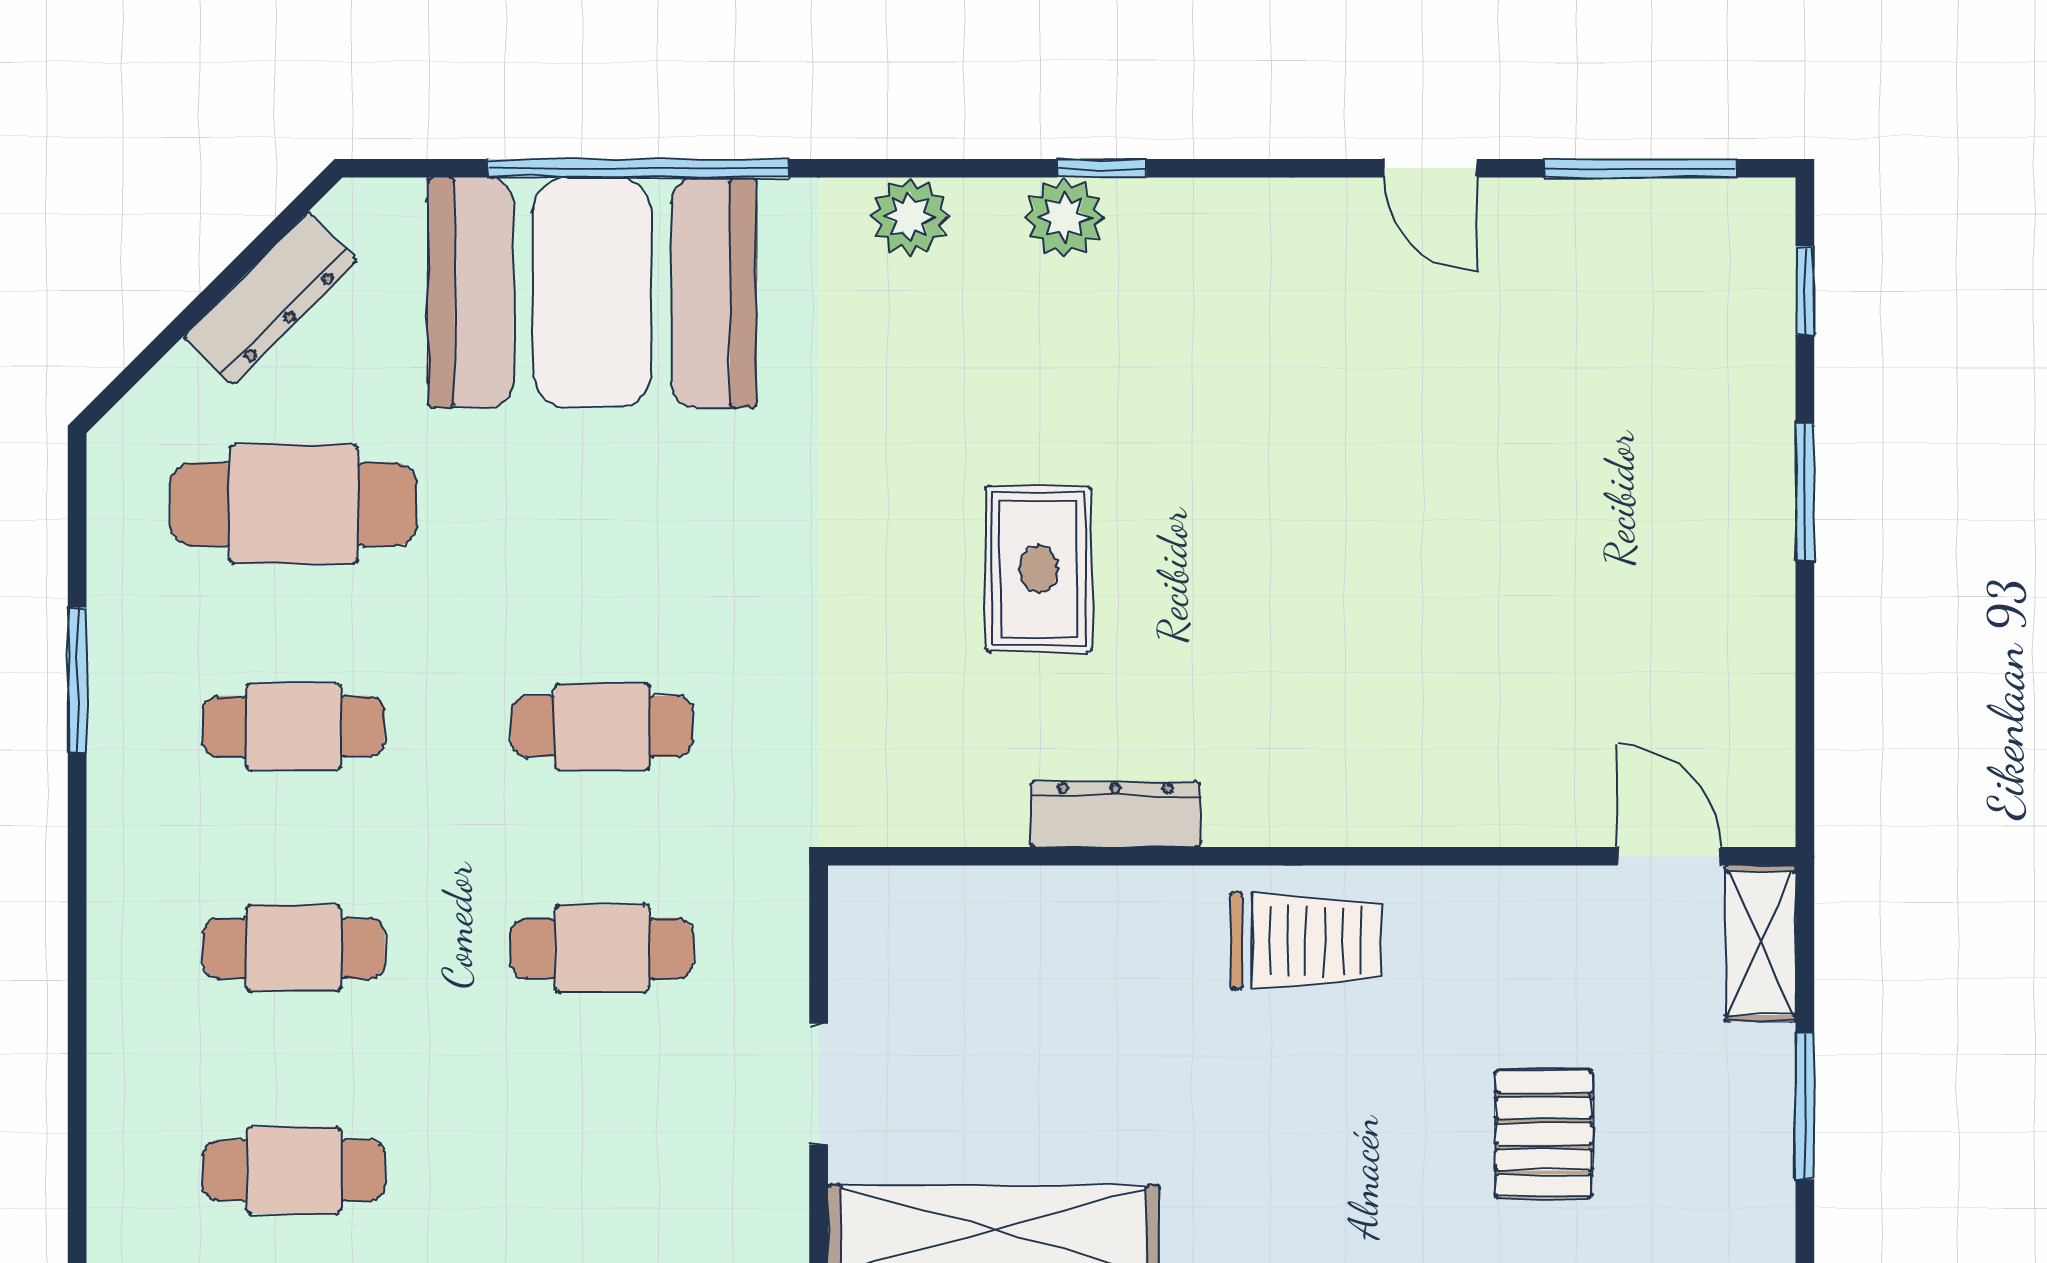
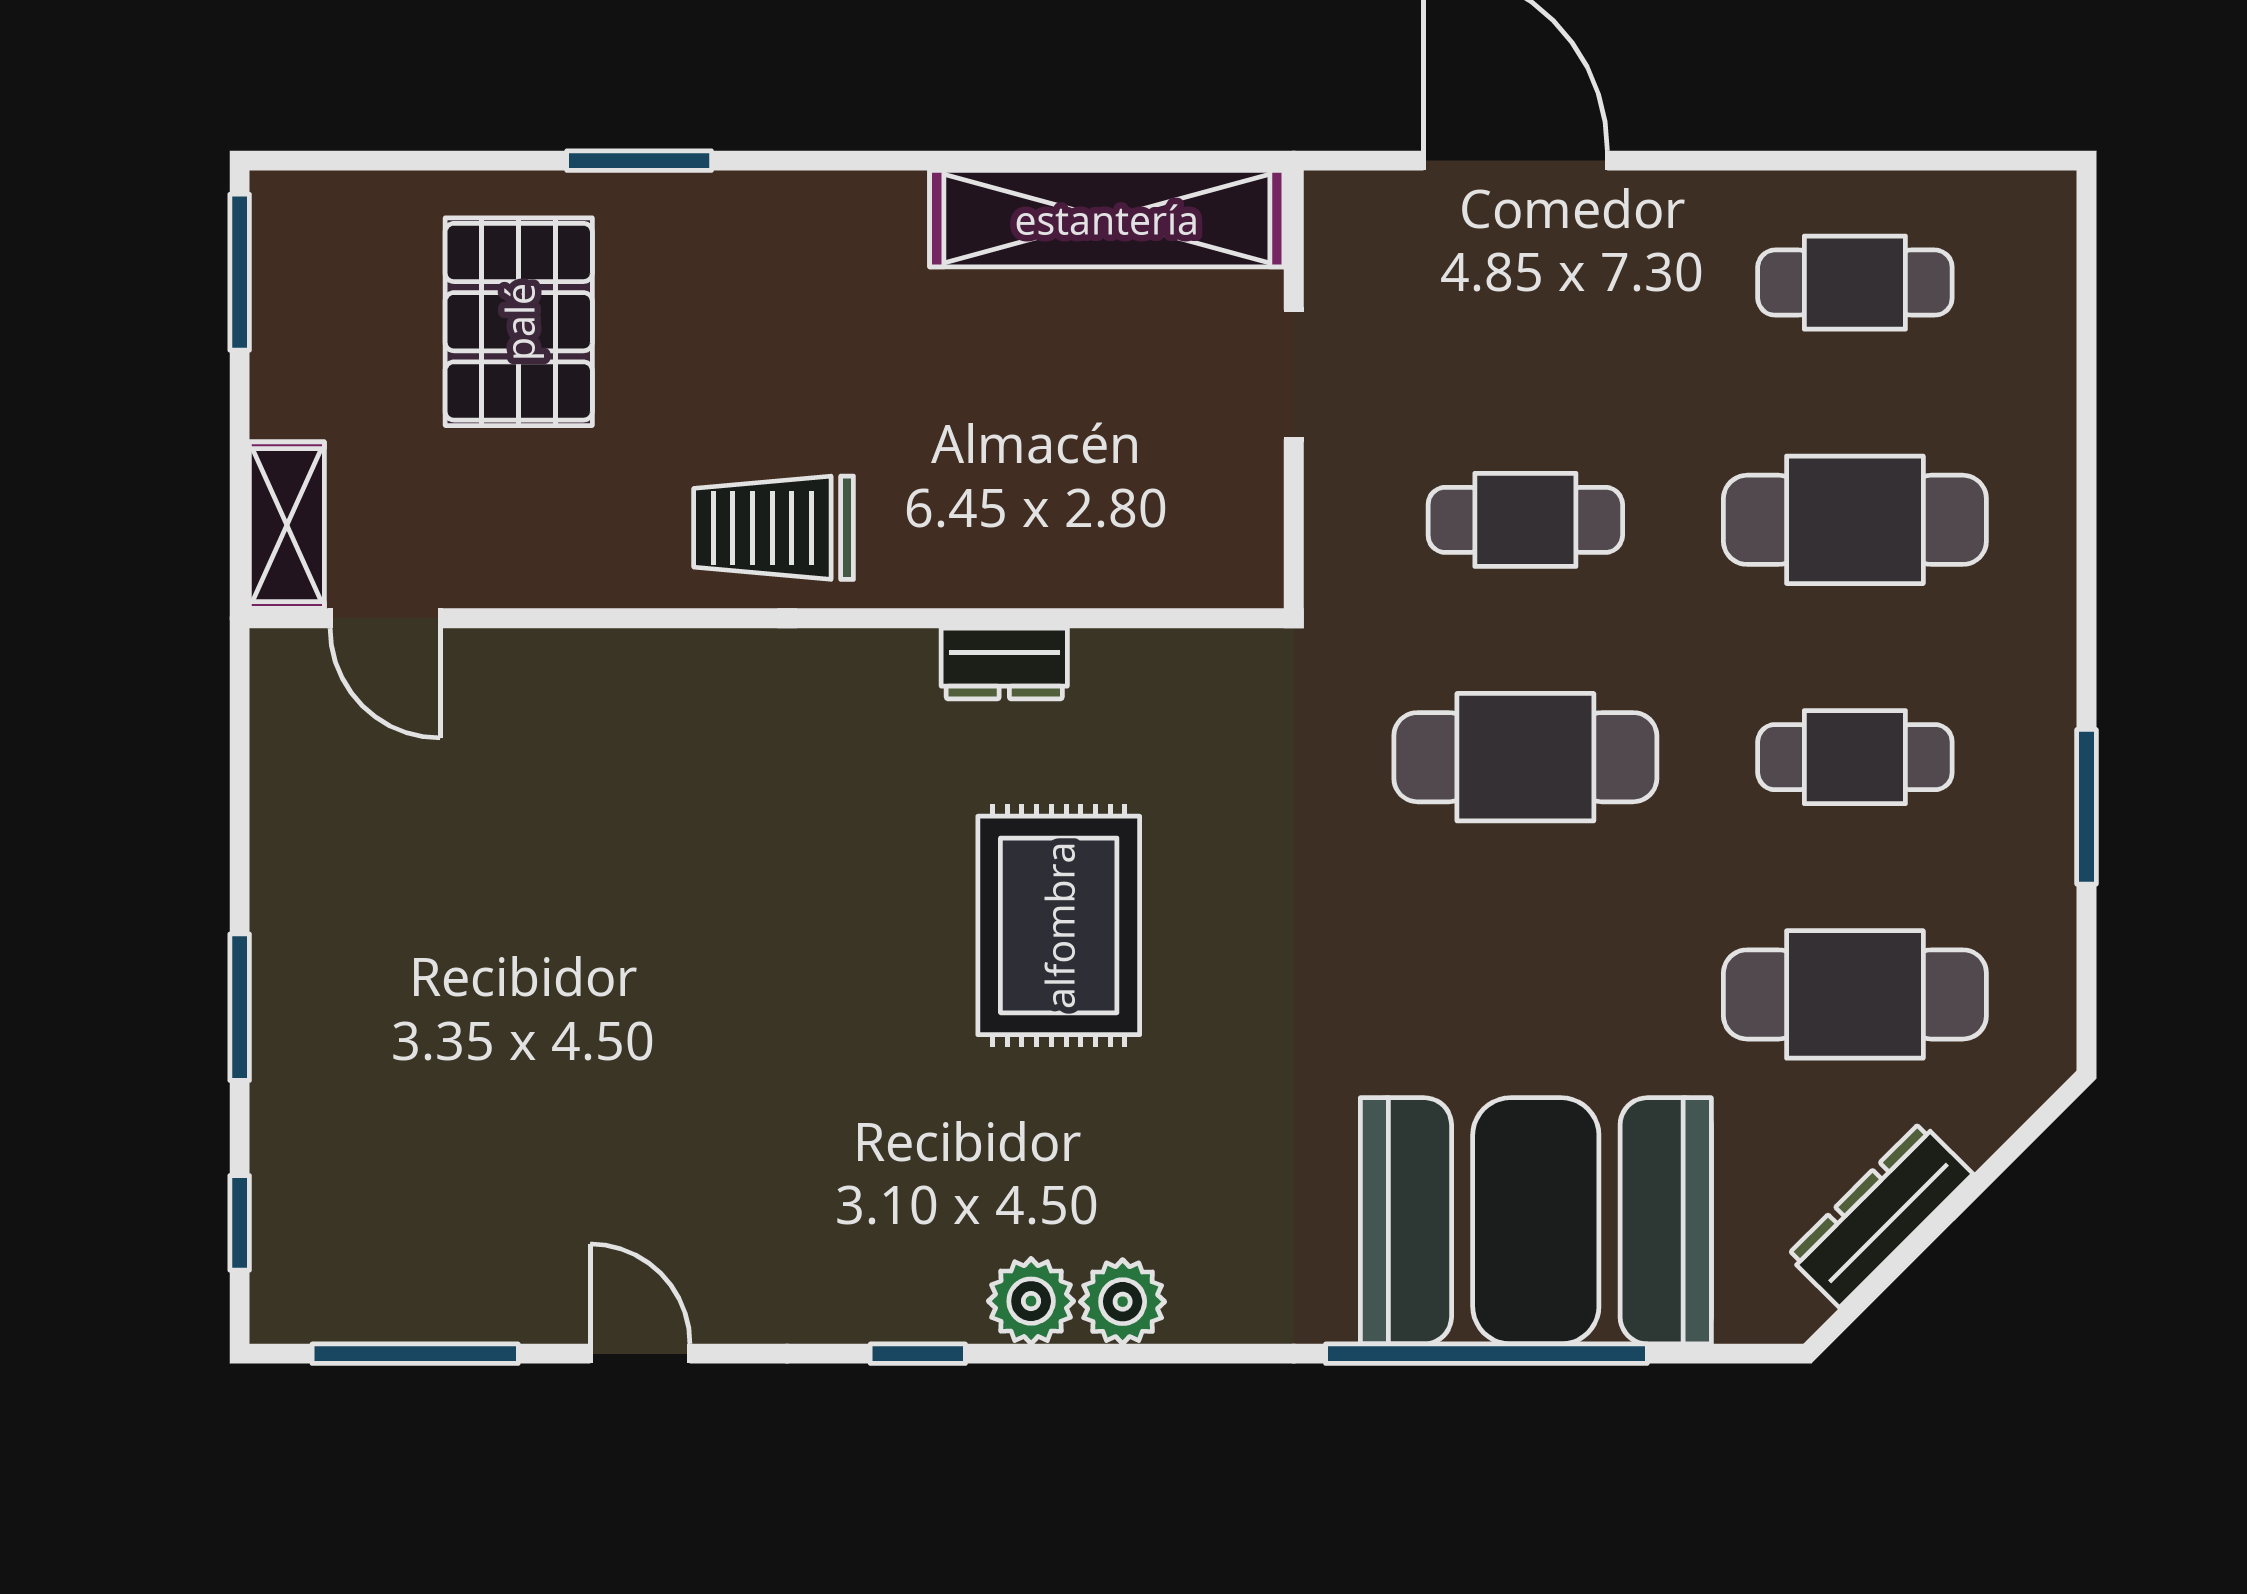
window: (1102, 168) -> (918, 1354), moved
plant: (910, 217) -> (1123, 1302), moved
rug: (1039, 569) -> (1059, 925), width x1.36, depth x1.43
cafe table: (602, 726) -> (1525, 757), width x1.37, depth x1.35
dresser: (1115, 814) -> (1004, 663), width x0.70
cafe table: (294, 948) -> (1855, 520), width x1.37, depth x1.35
window: (1805, 1106) -> (240, 272), moved
pallet: (1544, 1134) -> (519, 322), width x1.50, depth x1.42

